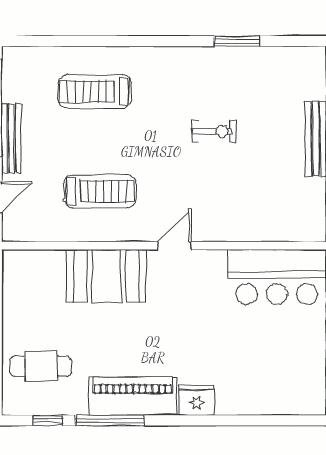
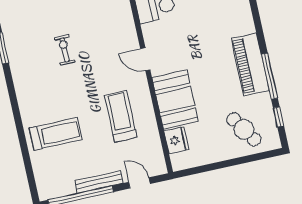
treadmill: (95, 92) -> (56, 134), turned -90
cafe table: (41, 366) -> (244, 129), turned -33
fridge: (197, 400) -> (176, 140), moved, turned 180

